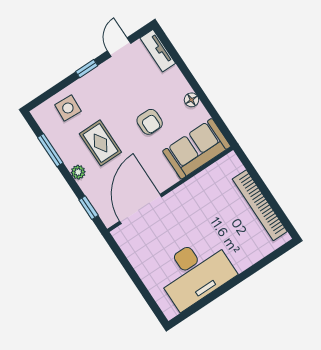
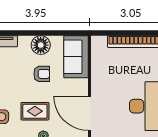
floor lamp: (191, 100) -> (41, 45), width x1.89, depth x1.89

